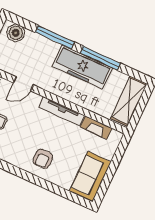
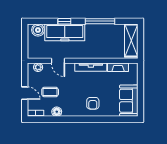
window: (55, 37) -> (64, 21), width x0.46
freezer: (82, 67) -> (65, 32), moved
door: (23, 84) -> (58, 61), hinge flipped

